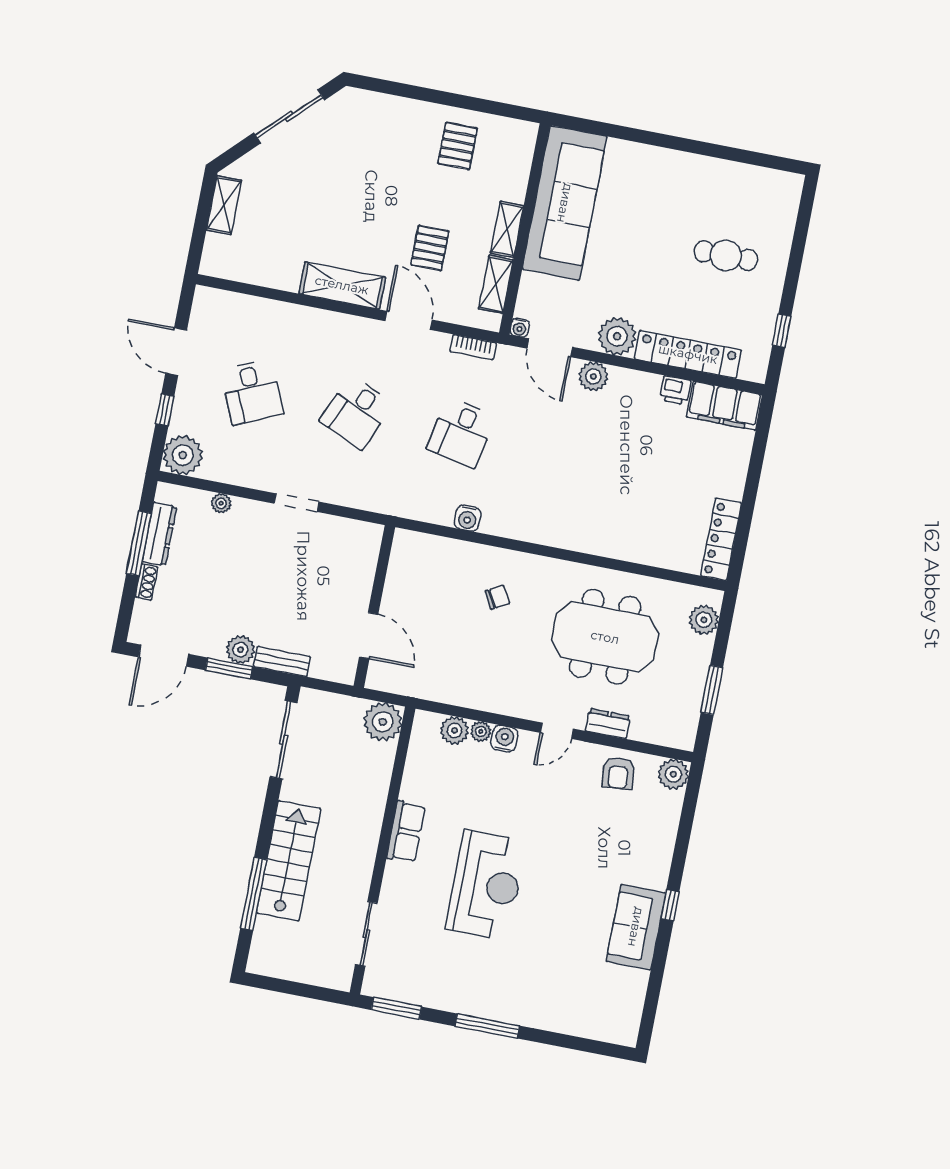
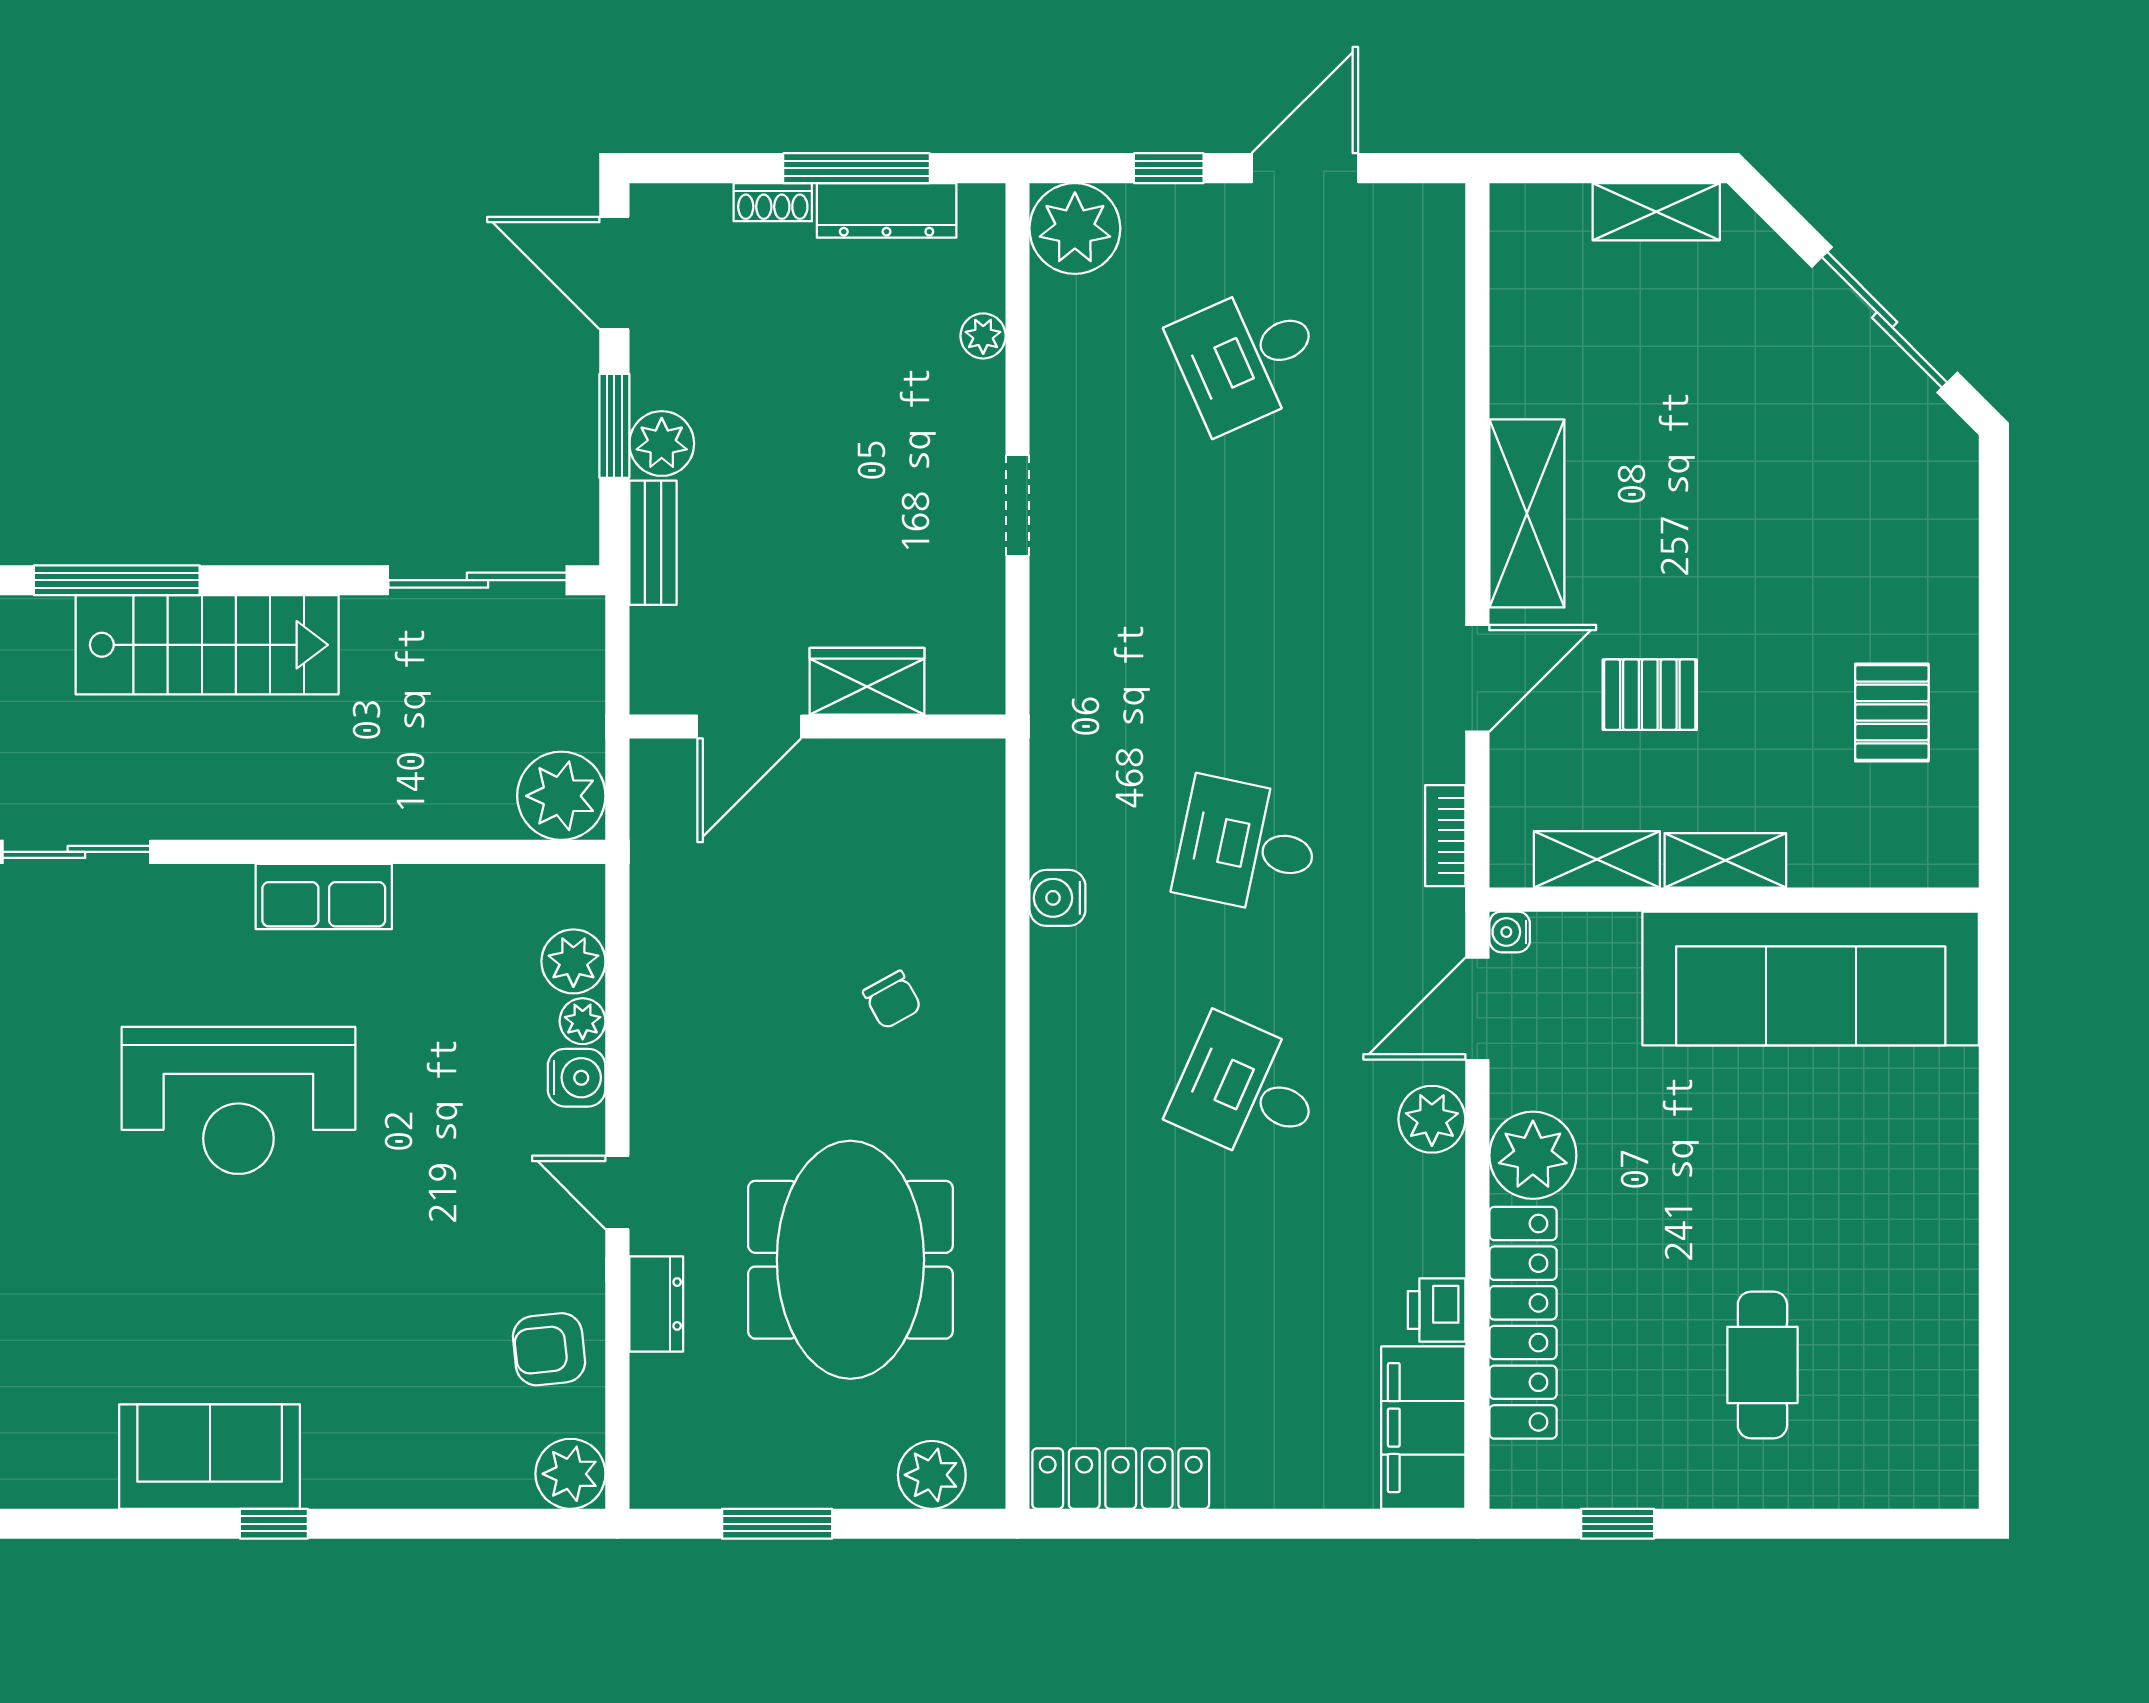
pallet: (458, 146) -> (1892, 712), turned 90
desk: (357, 412) -> (1247, 1090), moved
wardrobe: (359, 582) -> (867, 681), added

